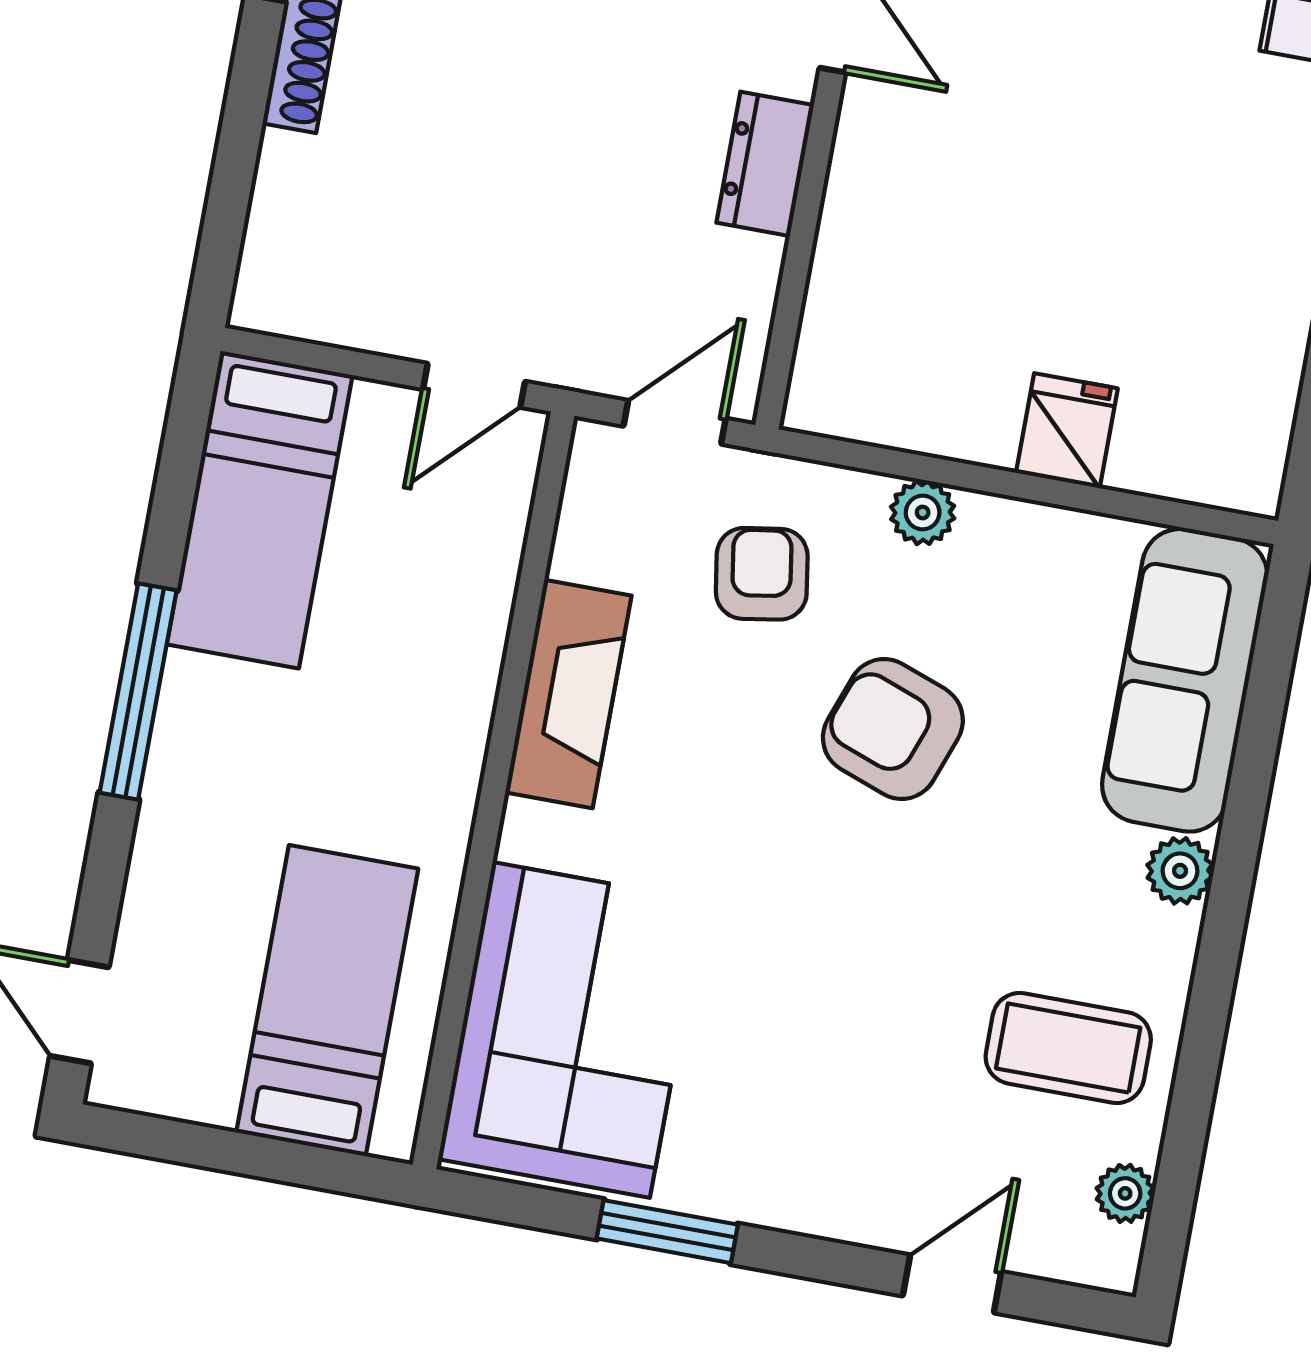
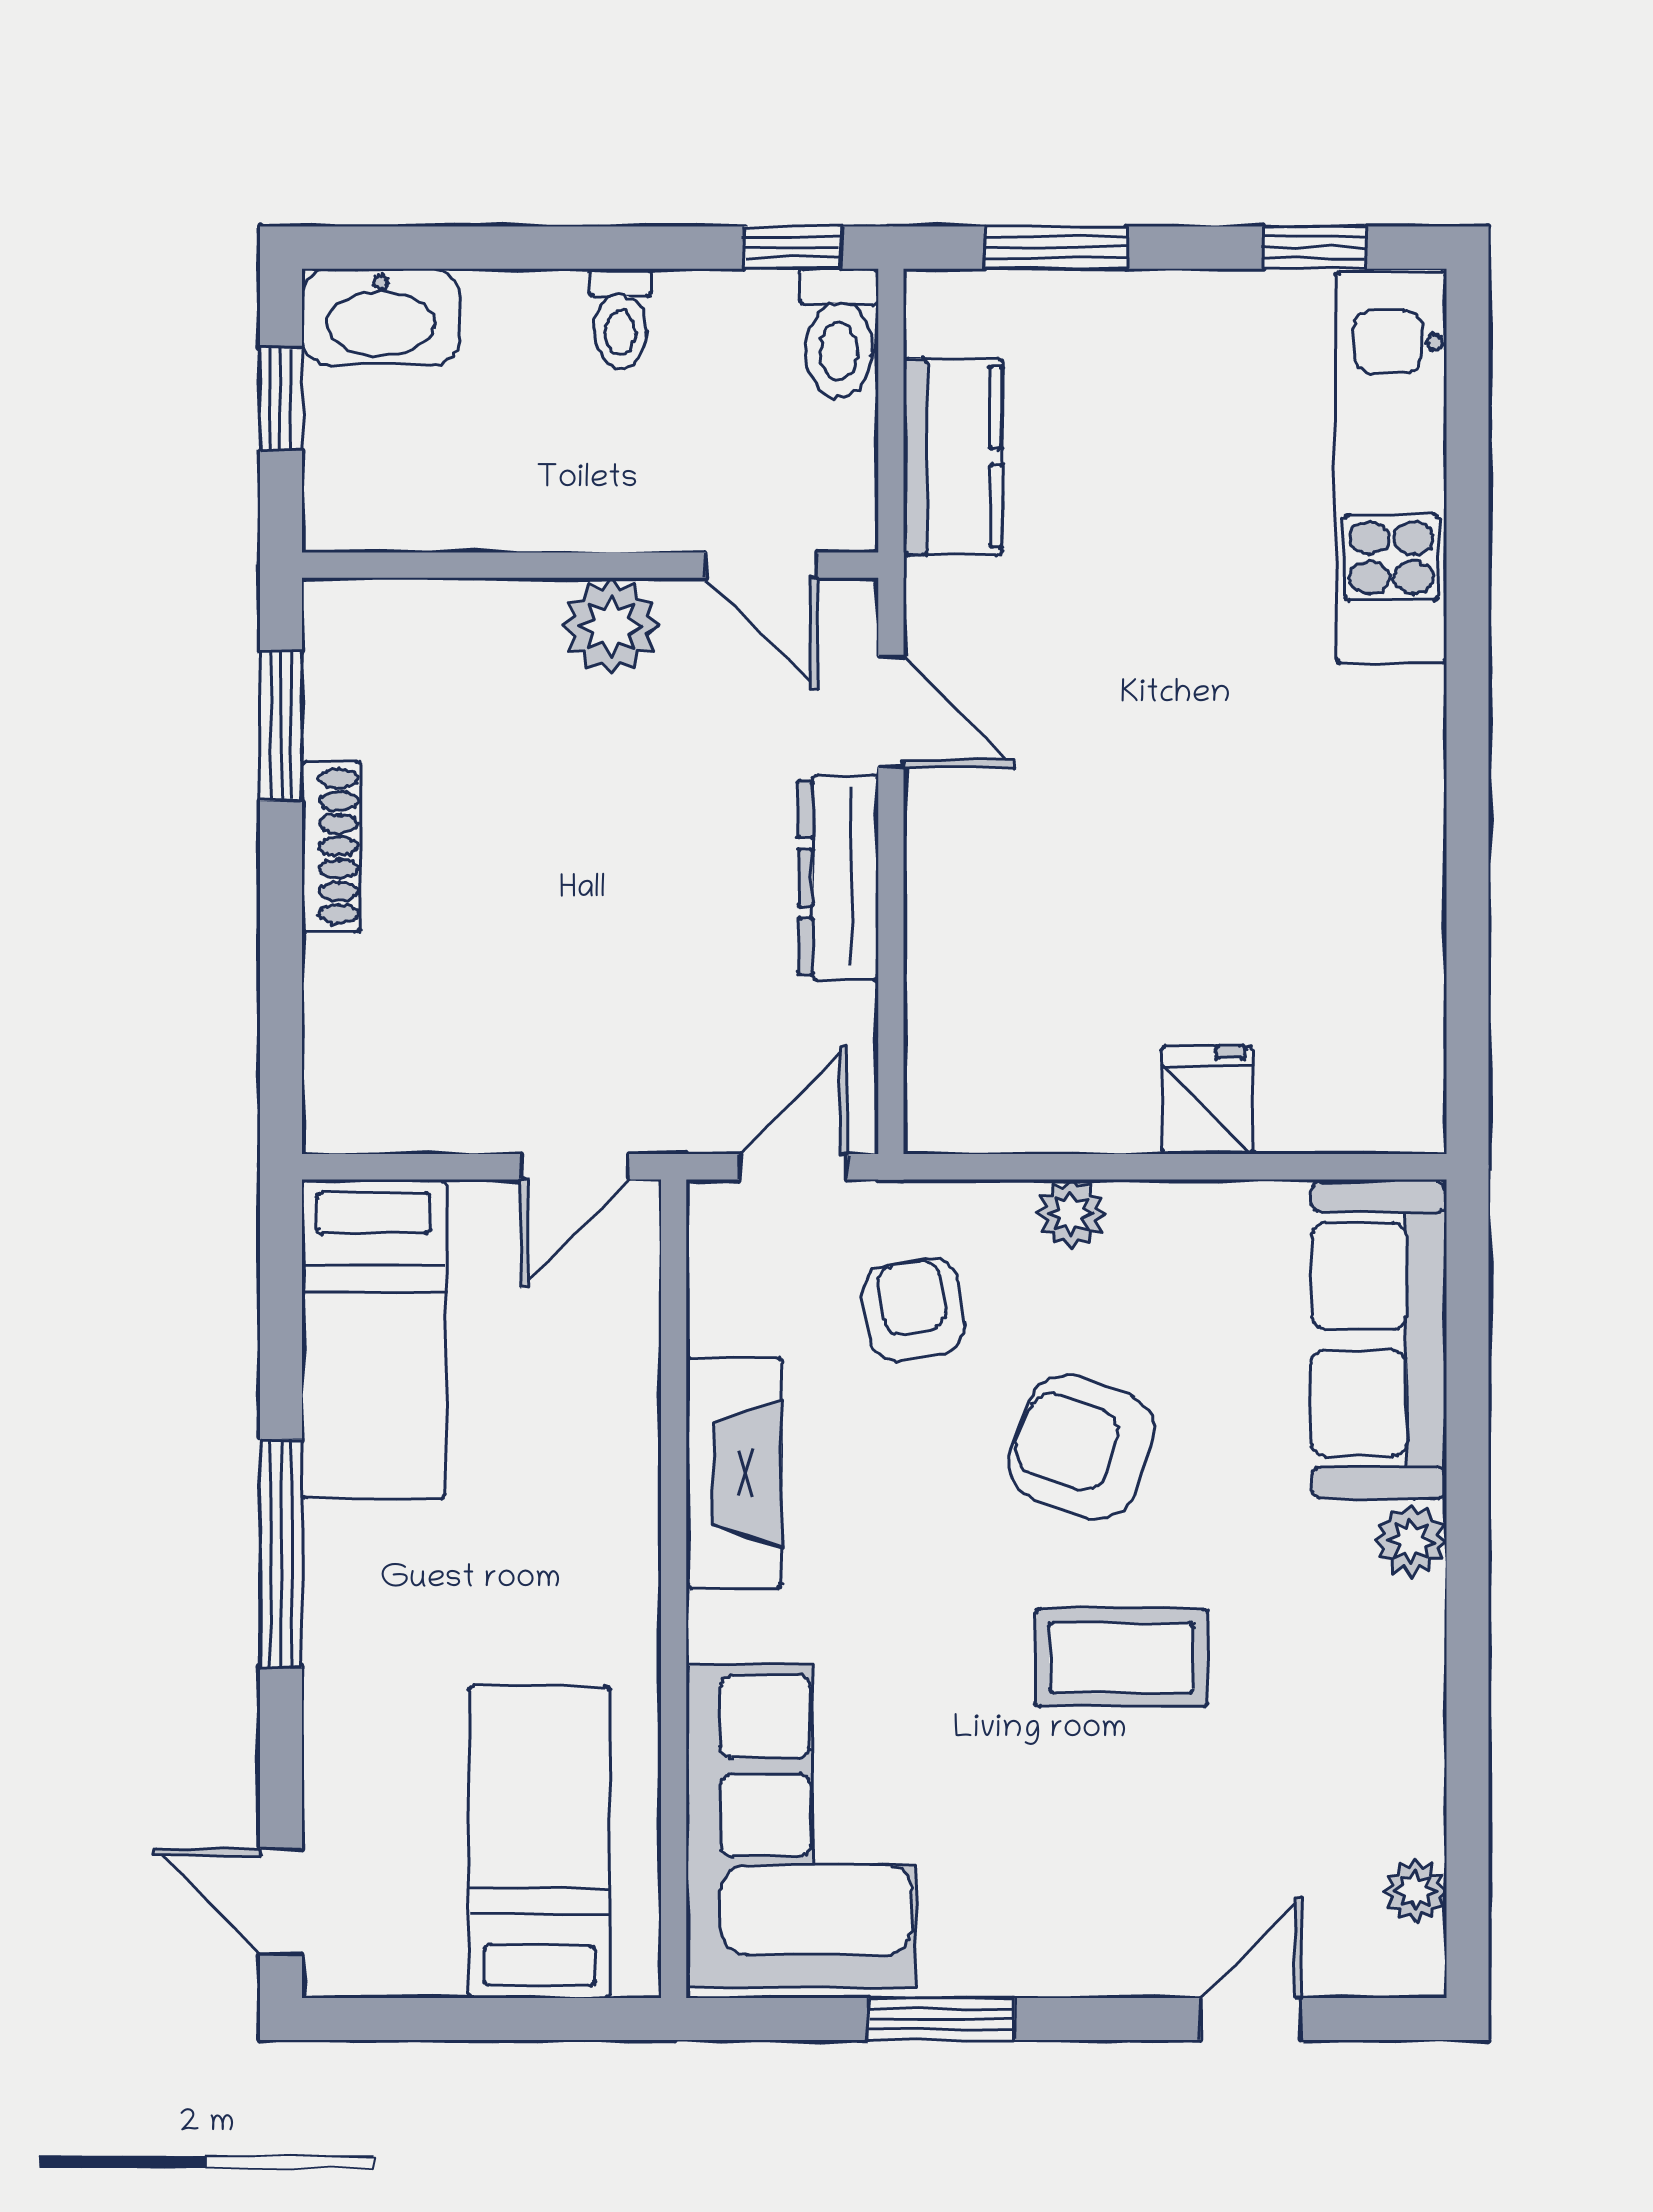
dresser: (765, 164) -> (838, 878), width x1.44
coffee table: (1068, 1048) -> (1121, 1658), moved

